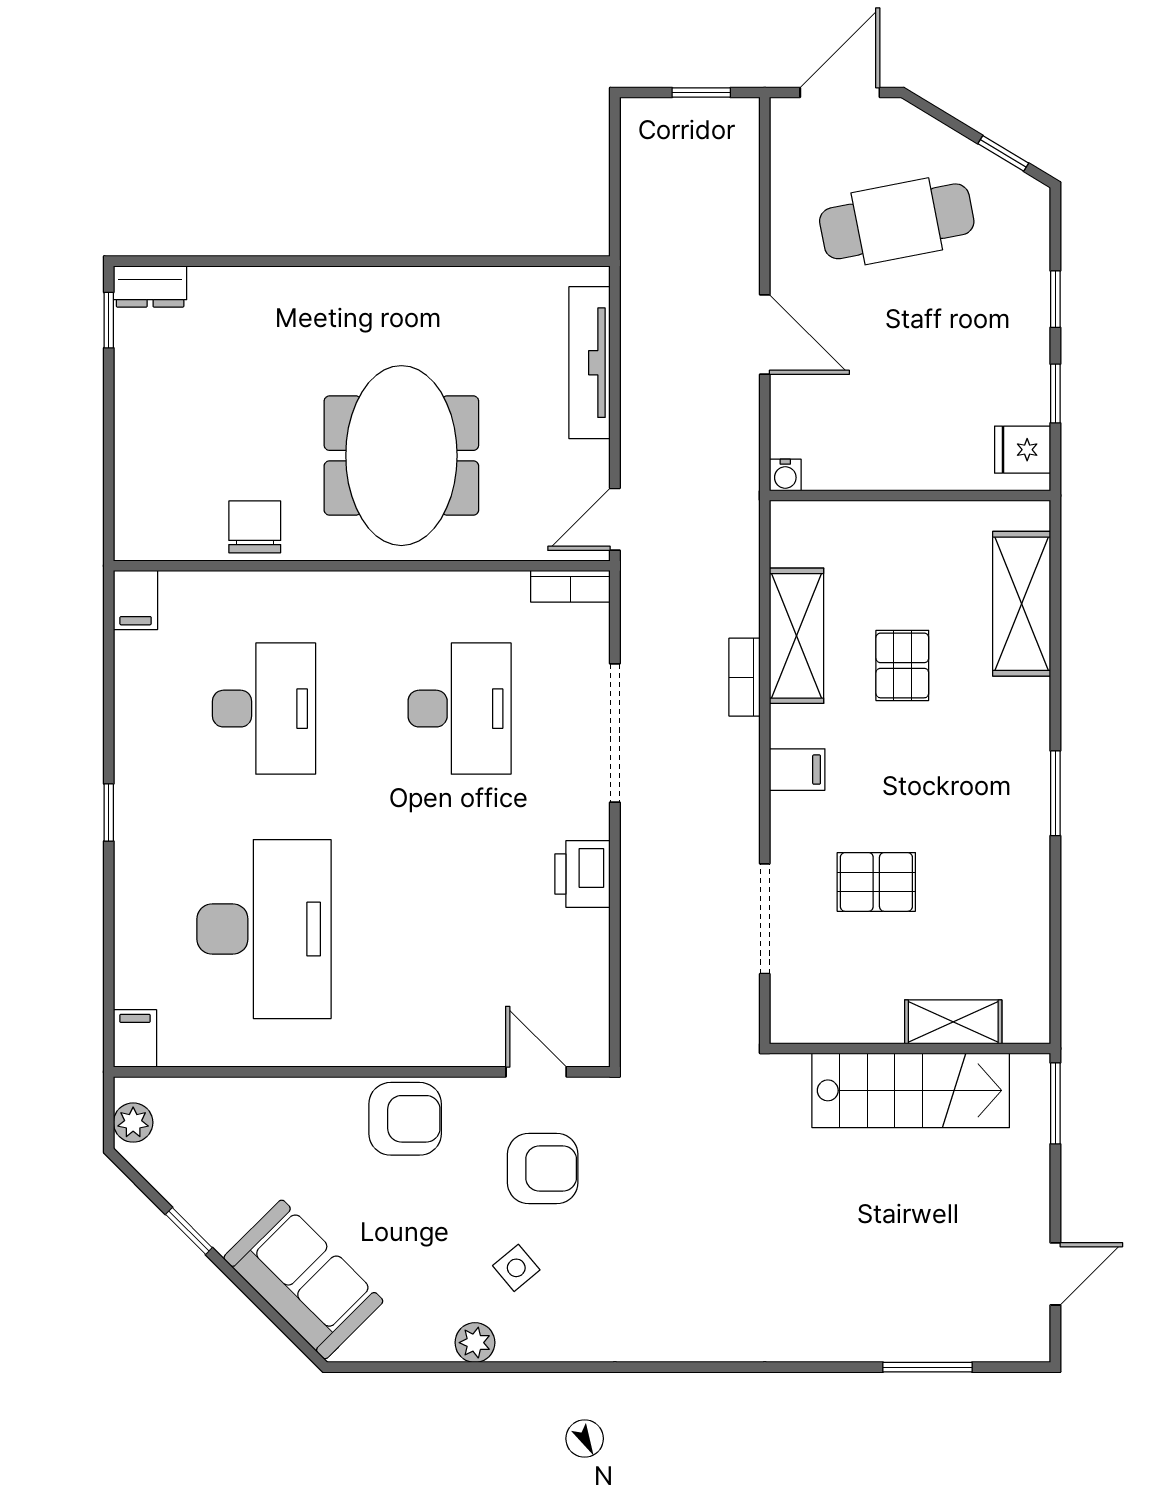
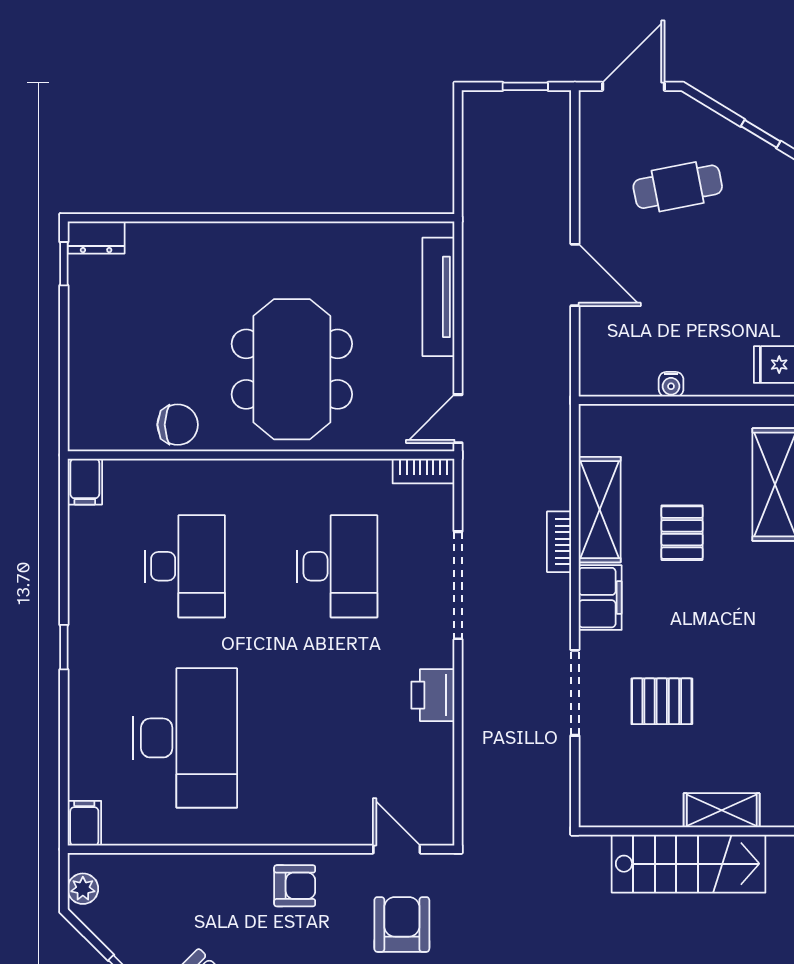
cafe table: (897, 221) -> (678, 187), width x0.73, depth x0.74
water cooler: (785, 475) -> (671, 384), moved
chair: (255, 527) -> (178, 425), turned 90
filing cabinet: (797, 770) -> (600, 598), width x2.00
doorway: (765, 919) -> (575, 693), moved
armchair: (405, 1119) -> (295, 886), width x0.72, depth x0.72
armchair: (543, 1169) -> (402, 924), turned -90

